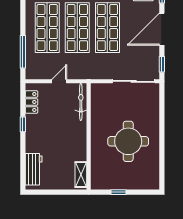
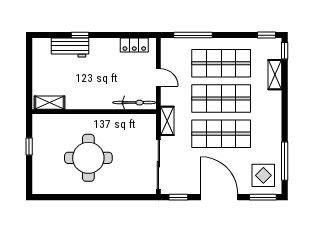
shelving: (97, 74) -> (167, 121), added
window: (23, 124) -> (80, 35), moved
workbench: (34, 169) -> (70, 48), moved

